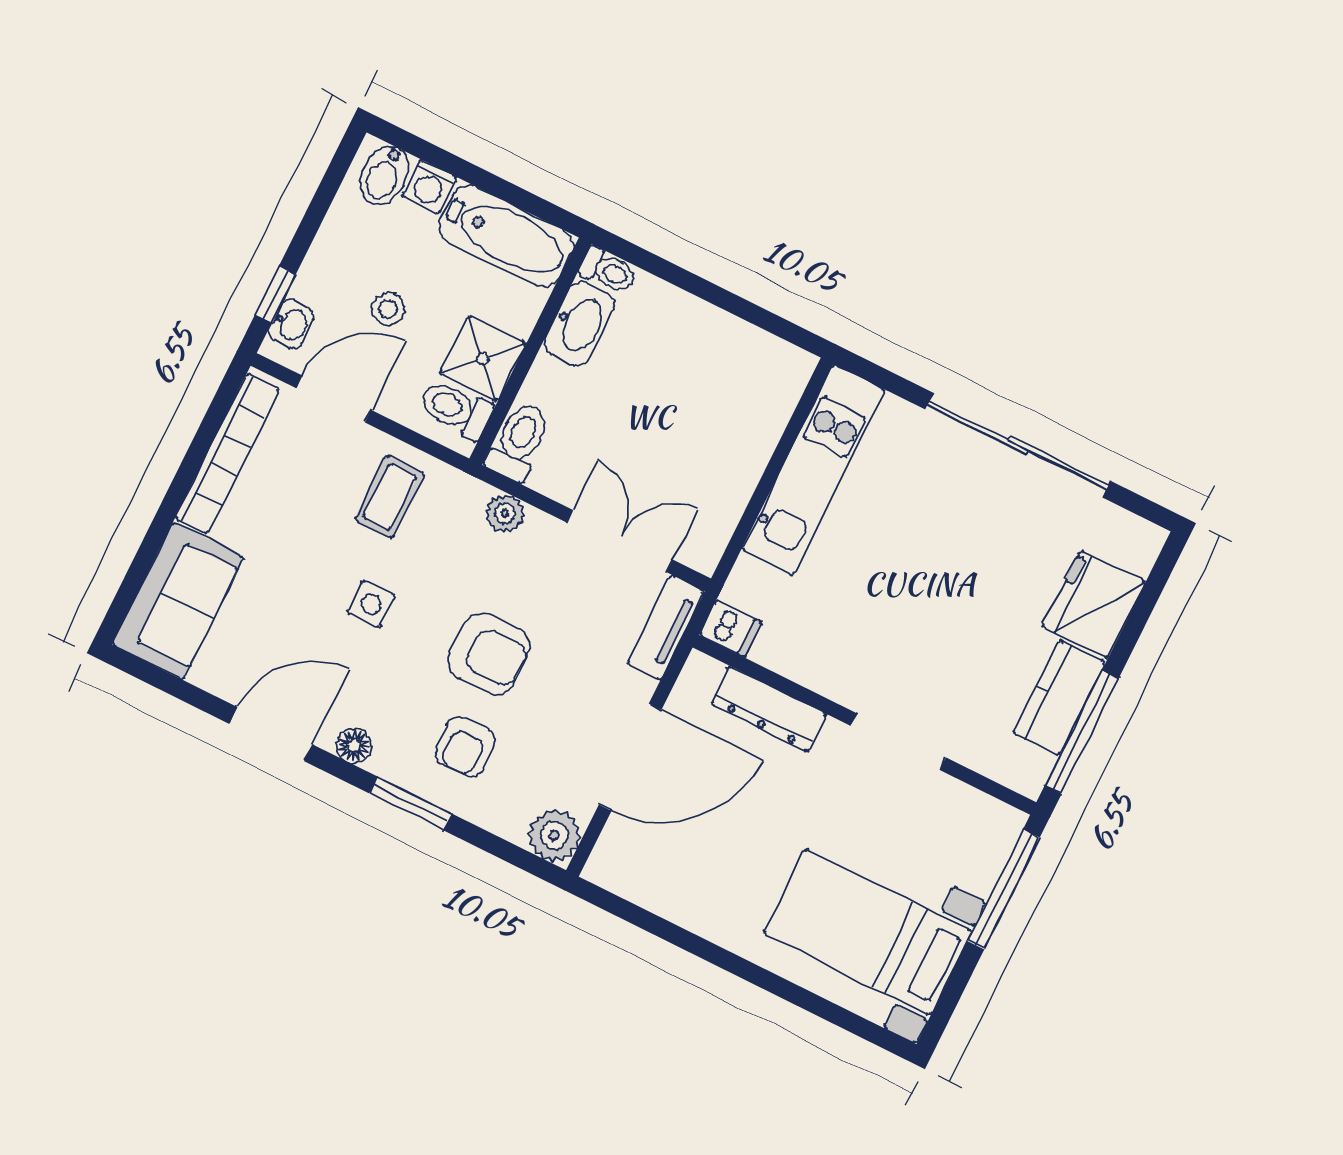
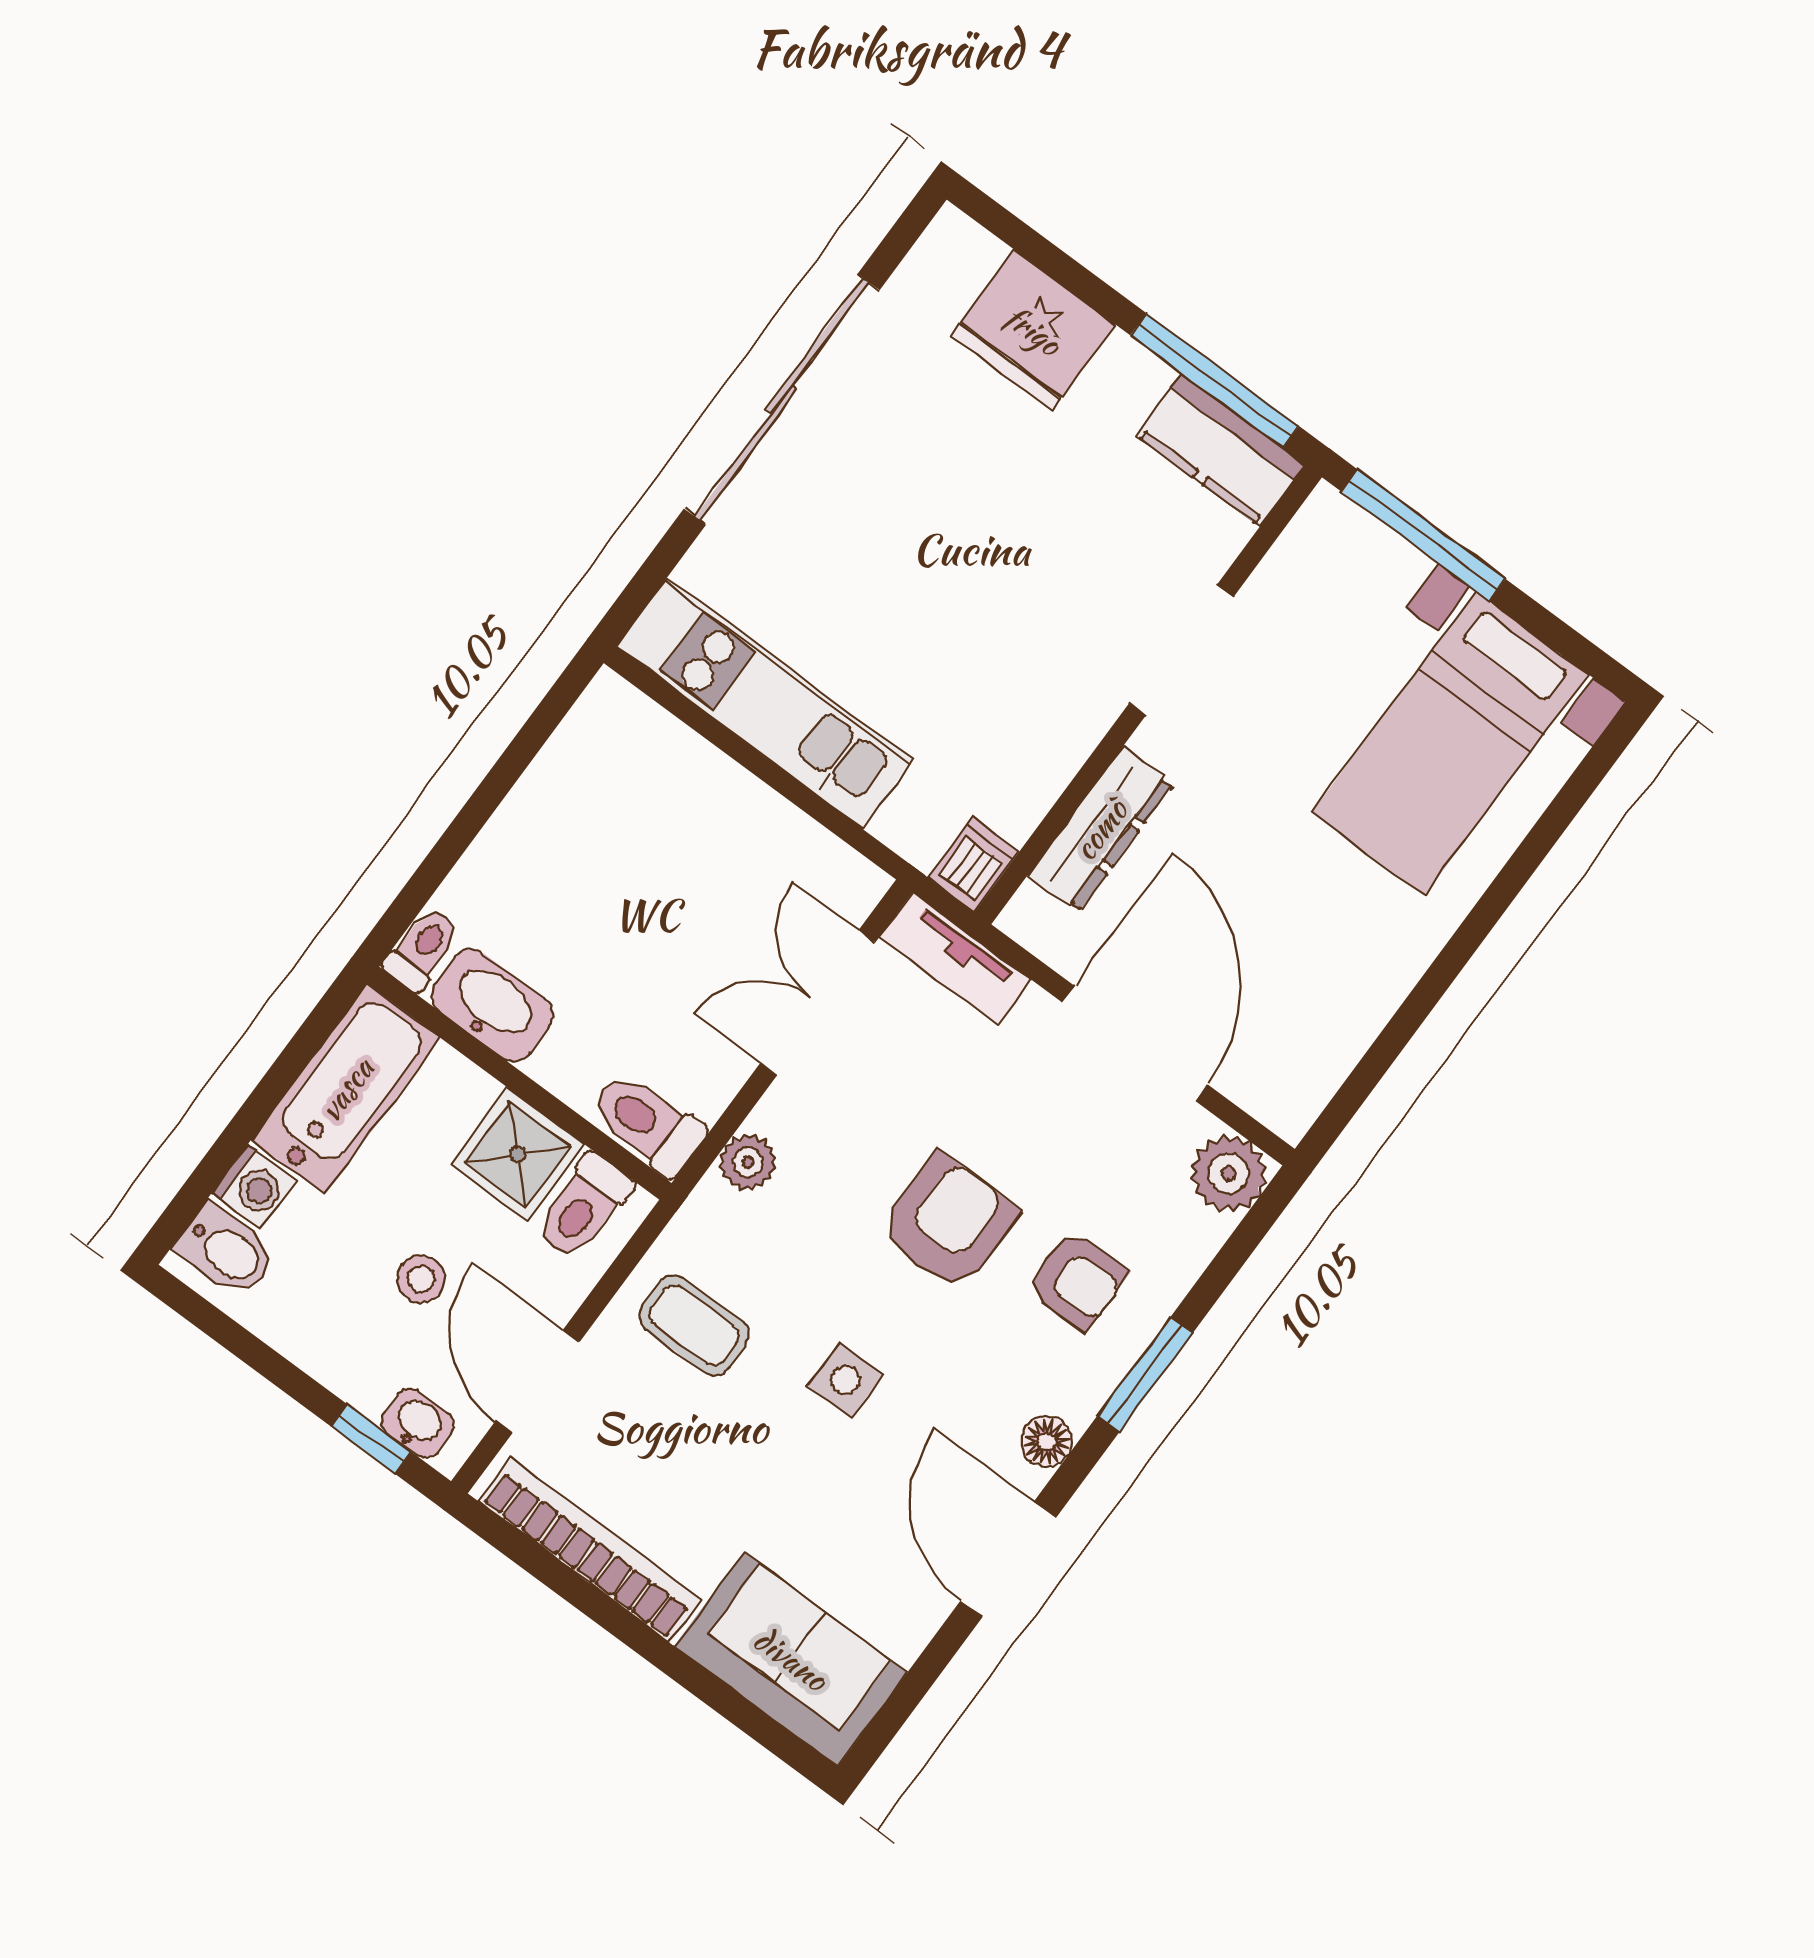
kitchen counter: (1059, 698) -> (1221, 450), moved

